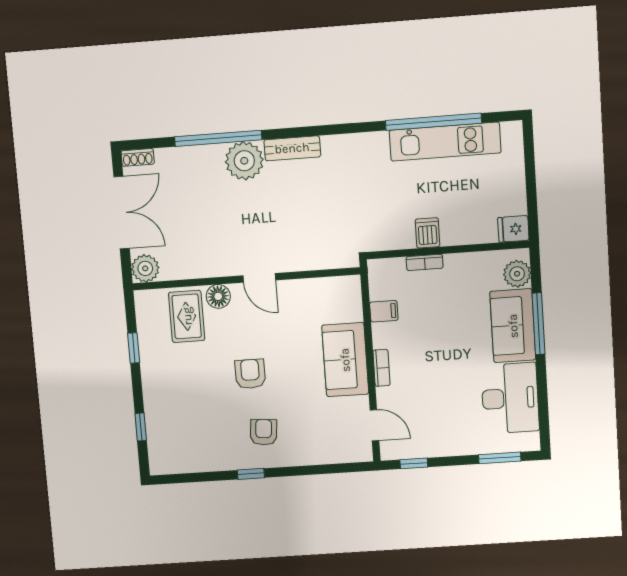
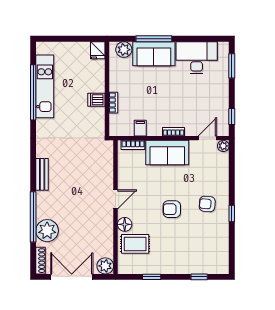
shoe rack: (138, 157) -> (41, 261), width x1.43
plant: (244, 161) -> (47, 231), moved
bookcase: (354, 301) -> (133, 145), added
plant: (363, 452) -> (223, 146), added

